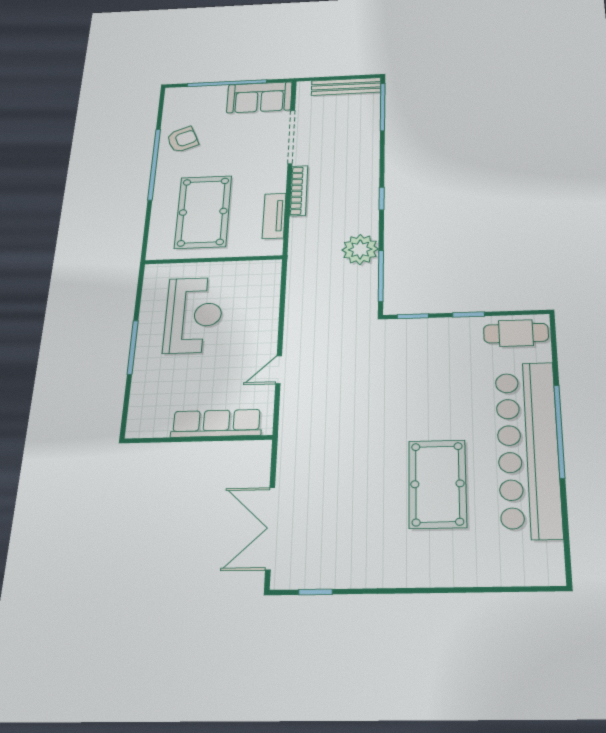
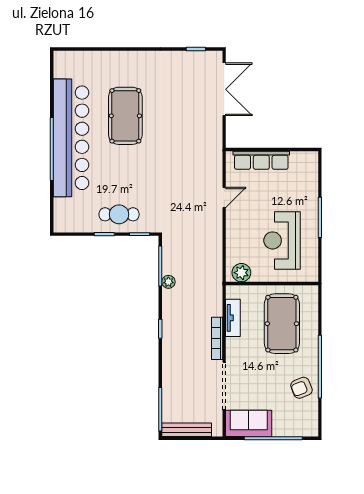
plant: (360, 249) -> (168, 282), width x0.53, depth x0.53
plant: (258, 272) -> (241, 273), added
cafe table: (516, 333) -> (119, 214), moved

